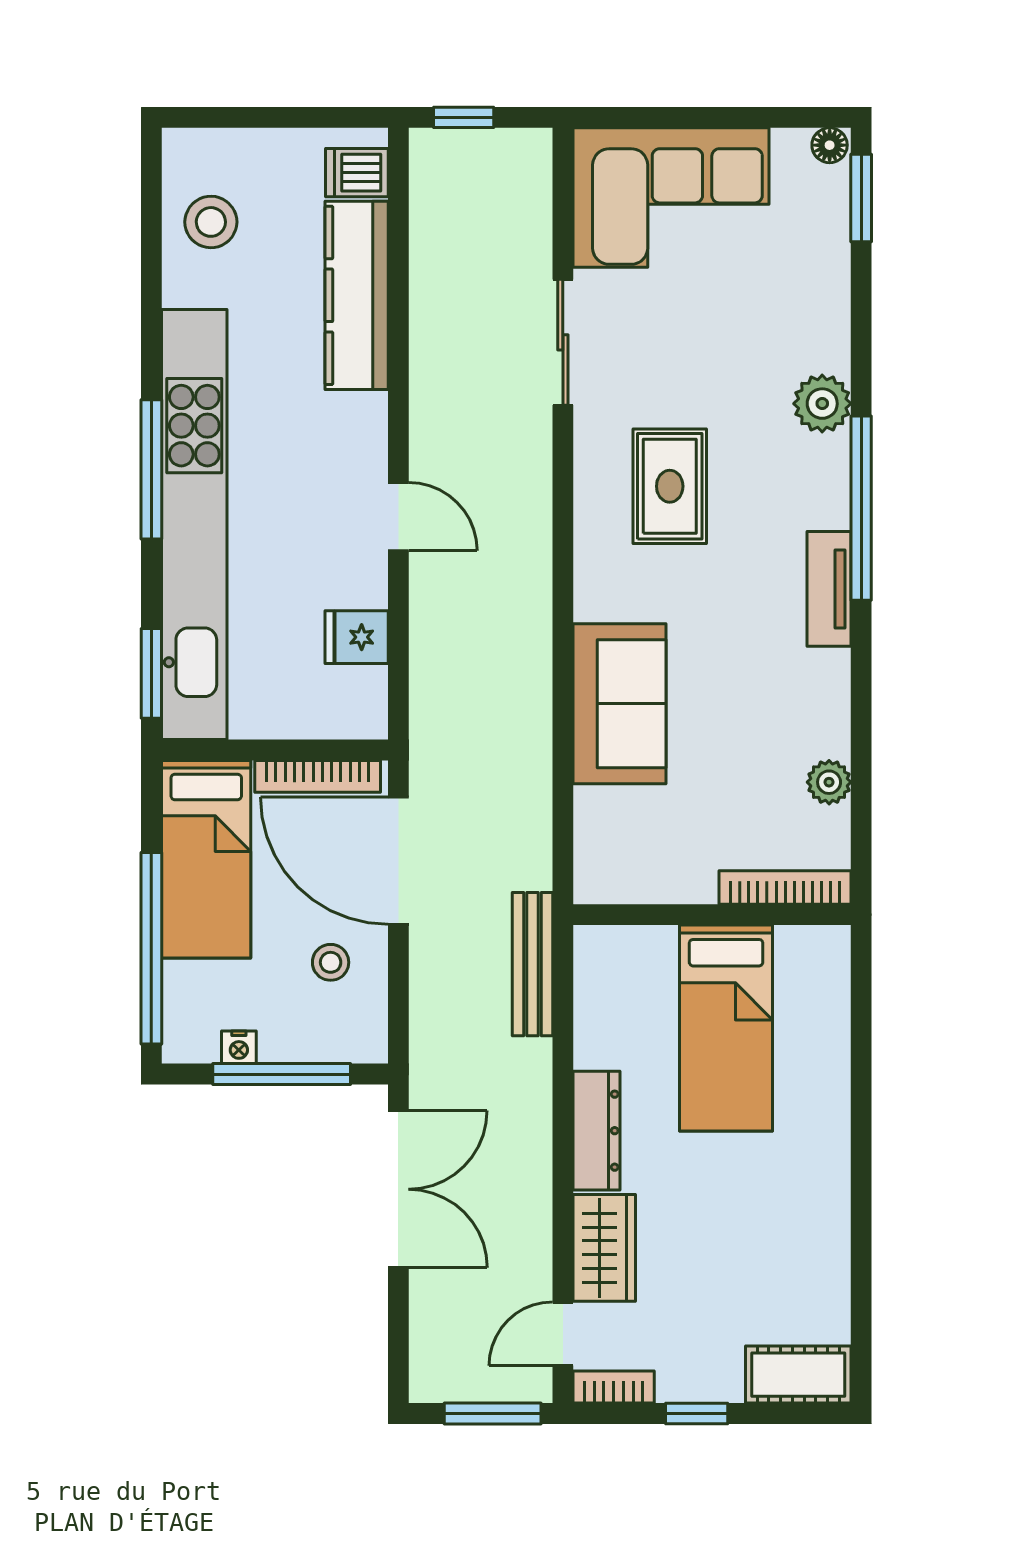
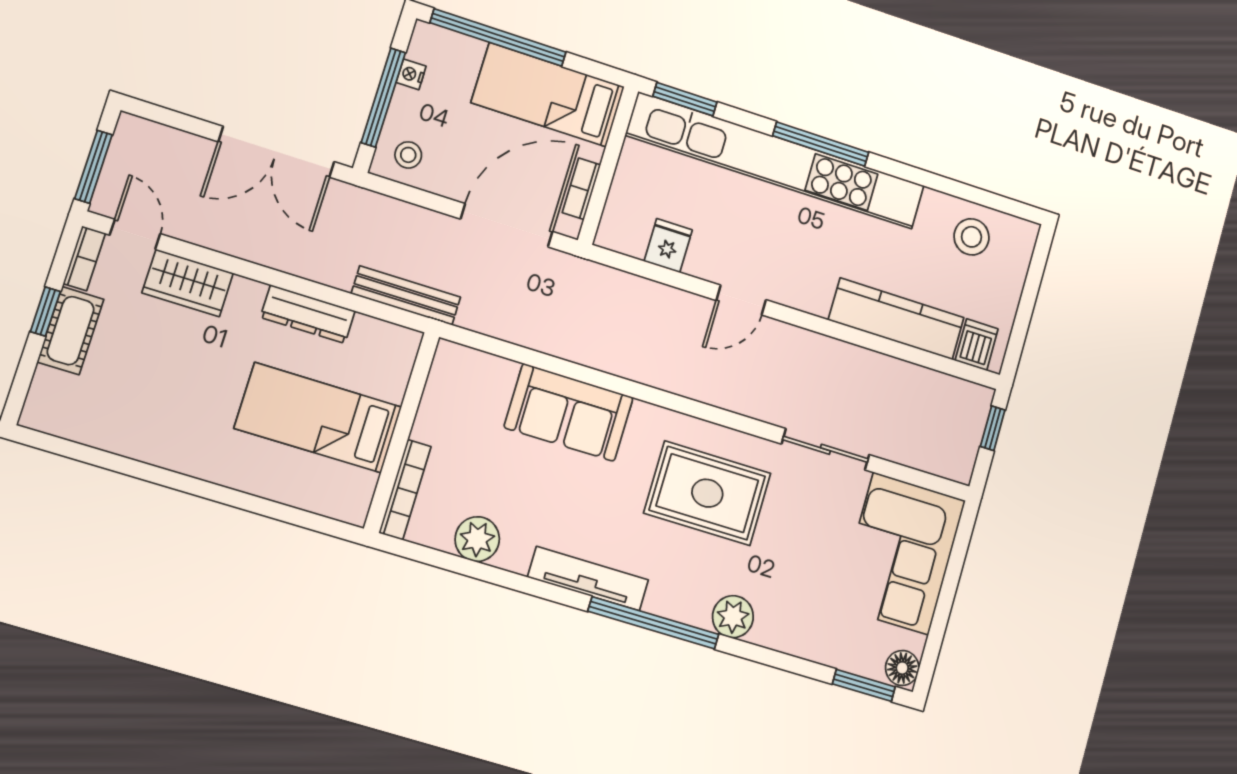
floor lamp: (830, 145) -> (902, 668), width x1.37, depth x1.37
rug: (670, 486) -> (707, 493), width x1.36, depth x1.43
tv unit: (829, 589) -> (588, 579), width x1.41
bookcase: (318, 776) -> (581, 189), width x0.64
plant: (829, 782) -> (477, 539), width x1.38, depth x1.38
stool: (331, 962) -> (408, 155), moved
dresser: (596, 1131) -> (308, 314), moved
cot: (798, 1375) -> (71, 331), moved

